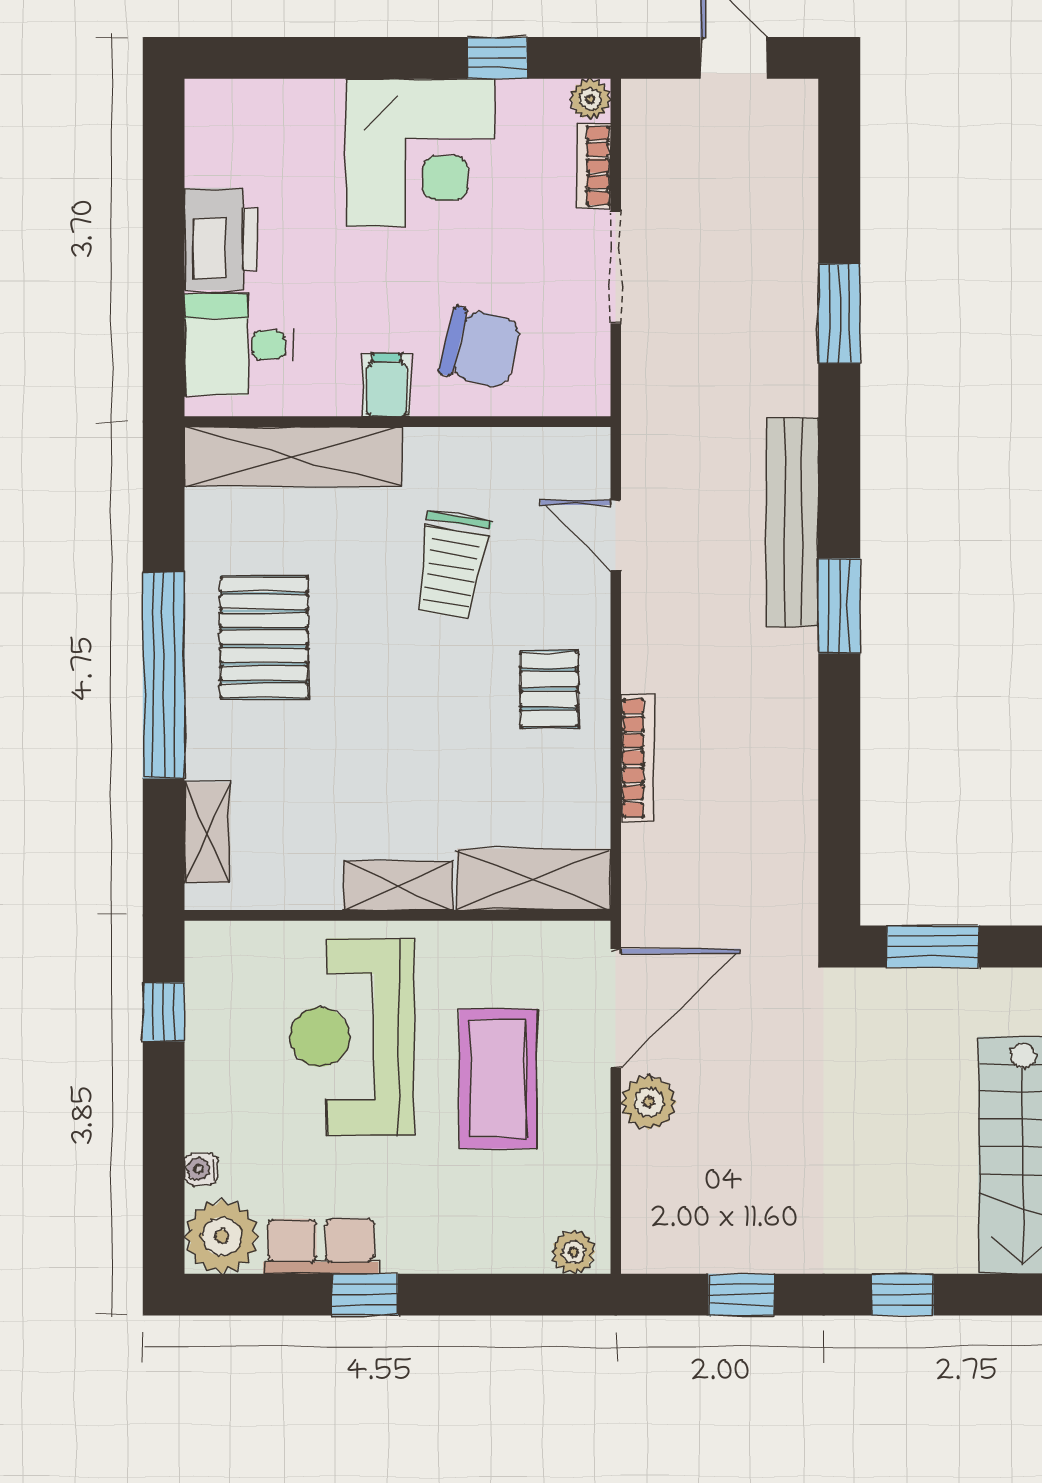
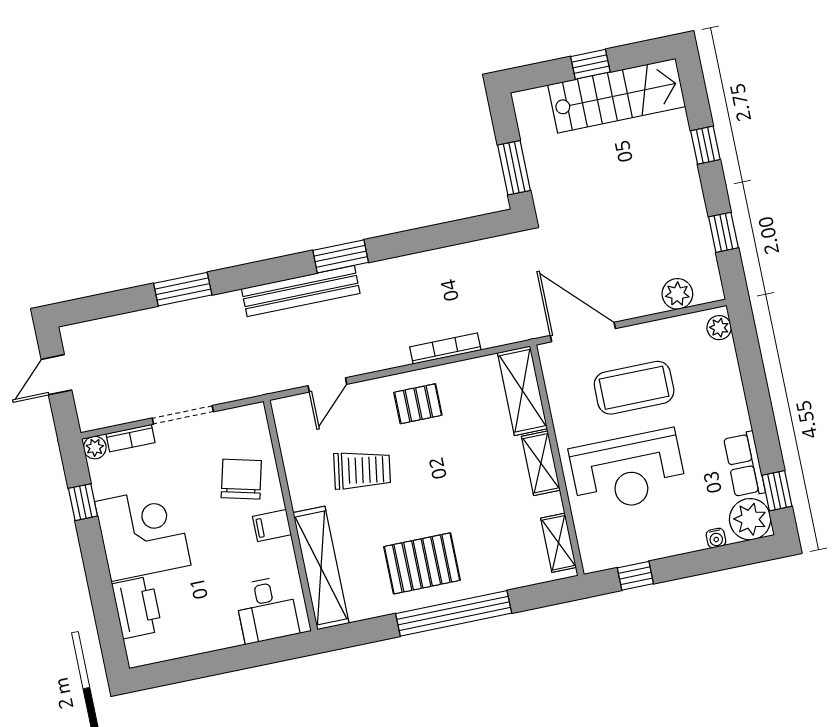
printer: (221, 239) -> (137, 607), moved, turned 90
shelving: (207, 833) -> (558, 543), moved, turned 90
plant: (649, 1102) -> (677, 294), moved
window: (365, 1295) -> (777, 491), moved

